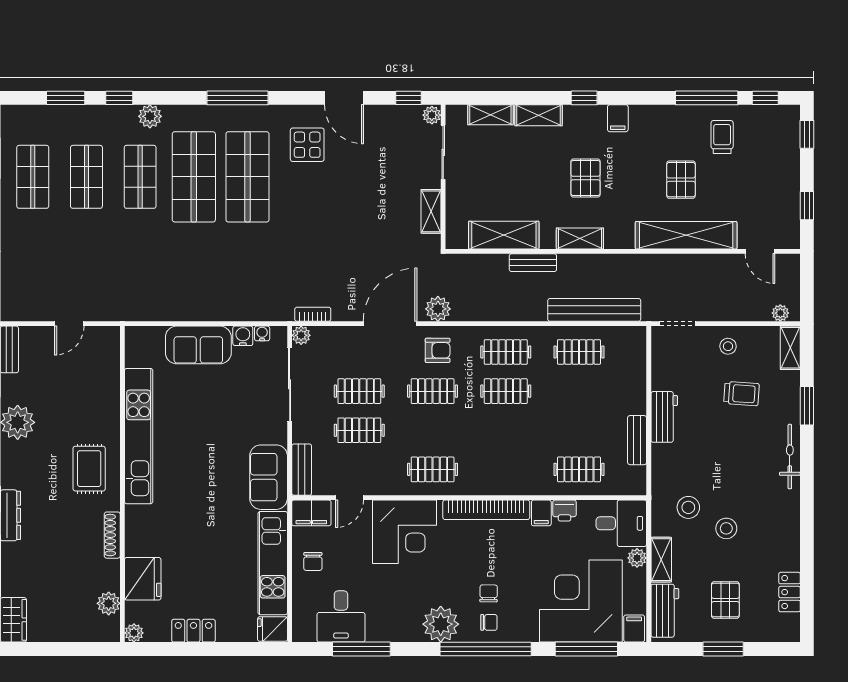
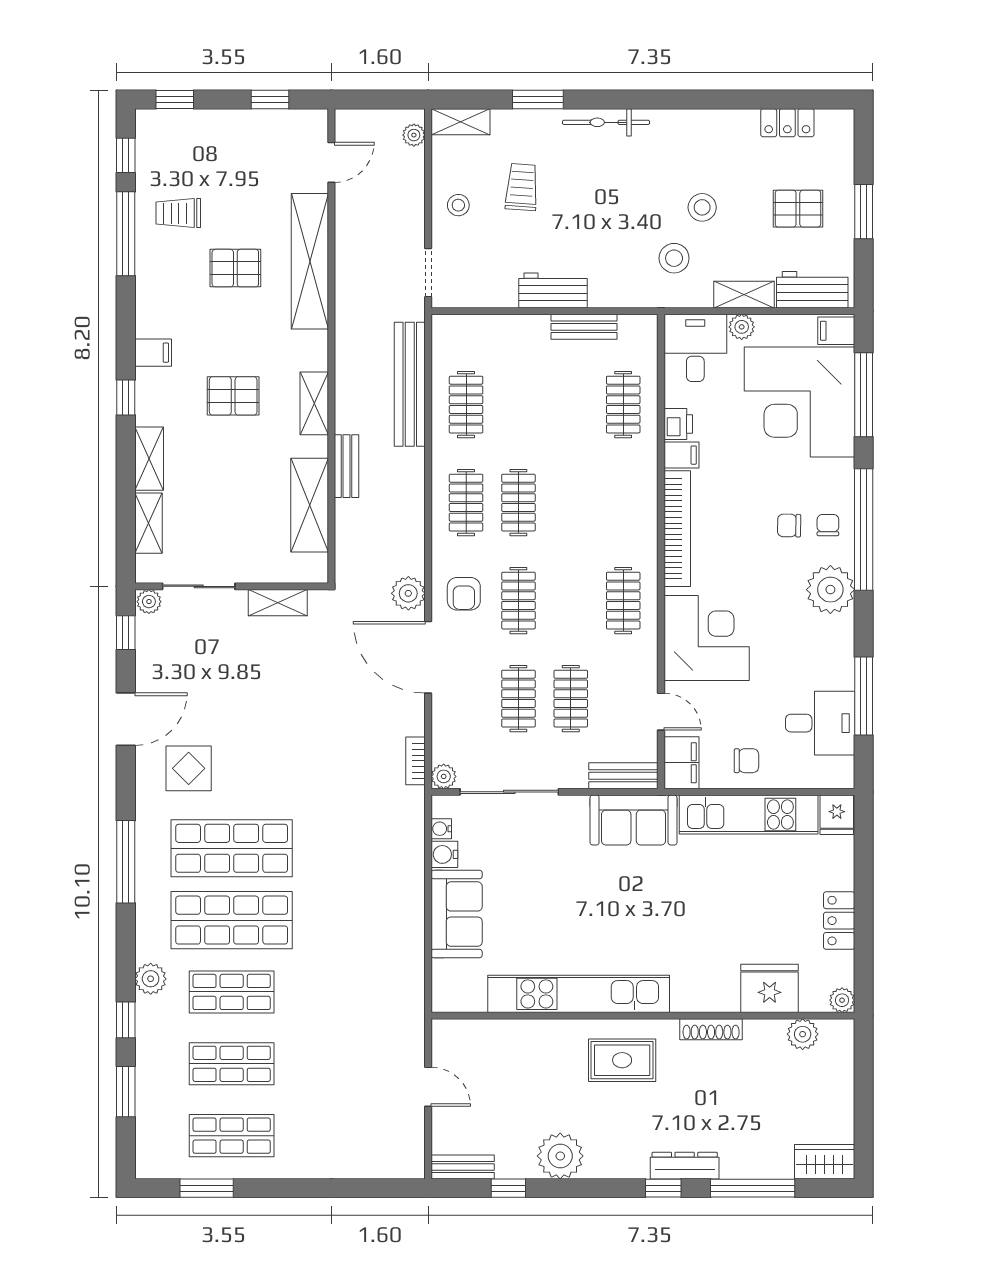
armchair: (438, 350) -> (464, 594), turned 180

